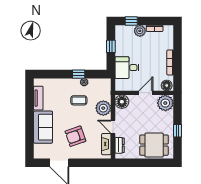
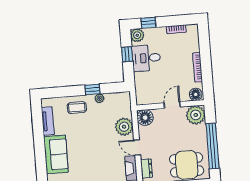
plant: (140, 31) -> (137, 35), moved
desk: (127, 68) -> (146, 58), moved
coffee table: (79, 100) -> (77, 108), moved
window: (178, 131) -> (213, 146), width x3.17
armchair: (75, 136) -> (94, 162), removed

